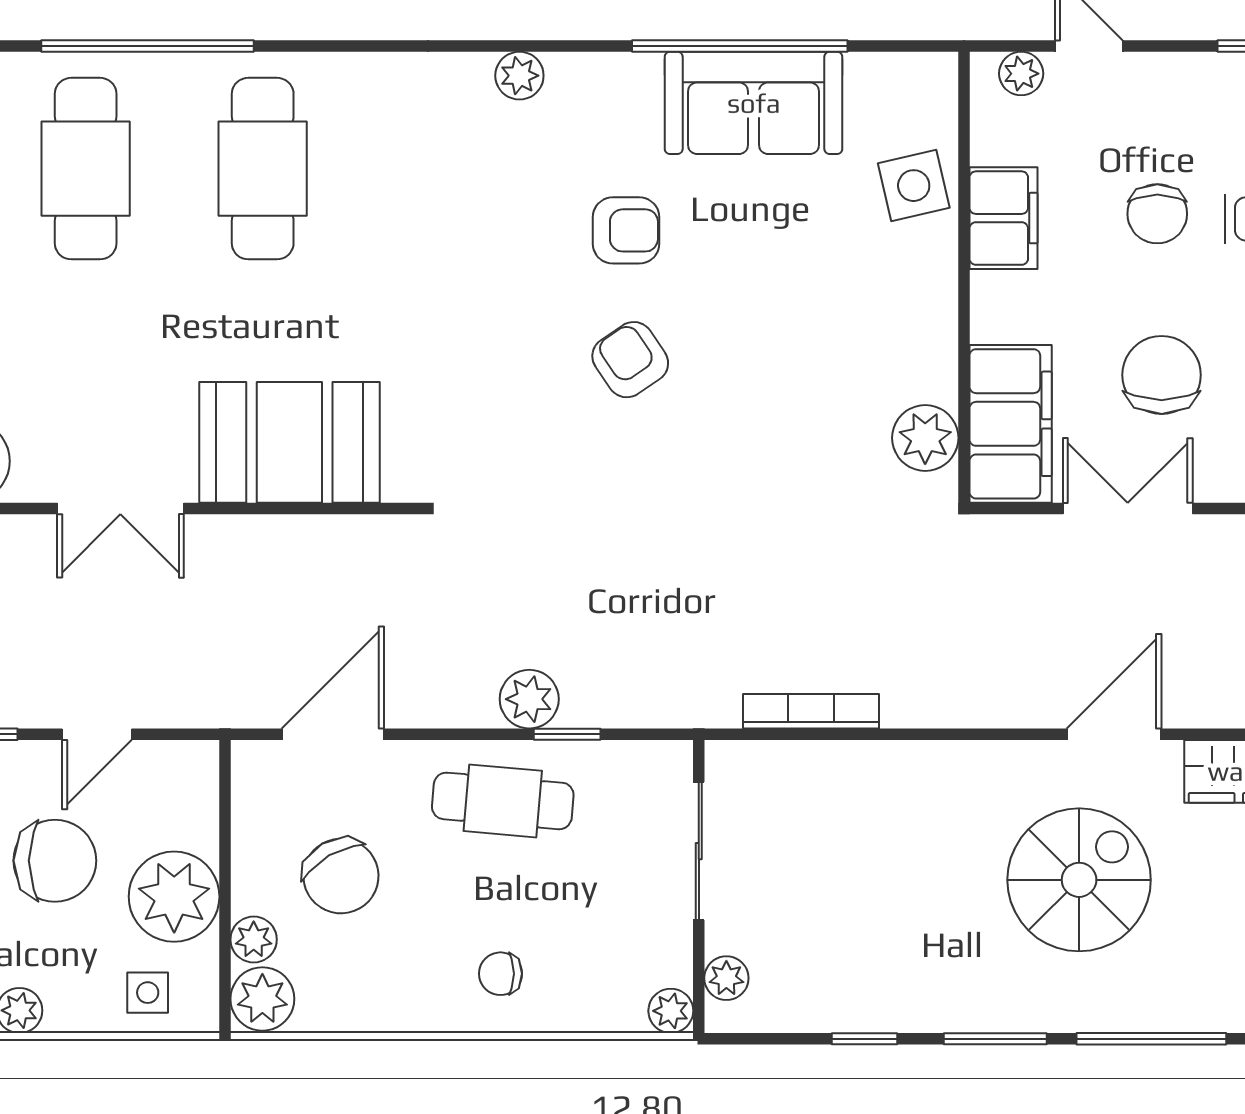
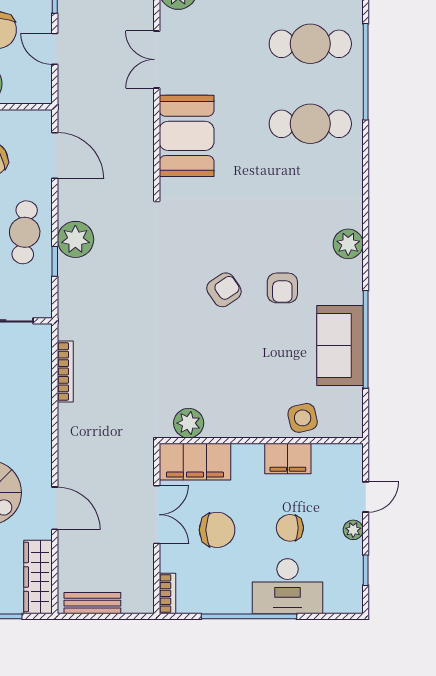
plant: (1021, 74) -> (353, 530), moved
plant: (519, 76) -> (348, 244), width x1.38, depth x1.38
plant: (529, 699) -> (75, 239), width x1.36, depth x1.36

